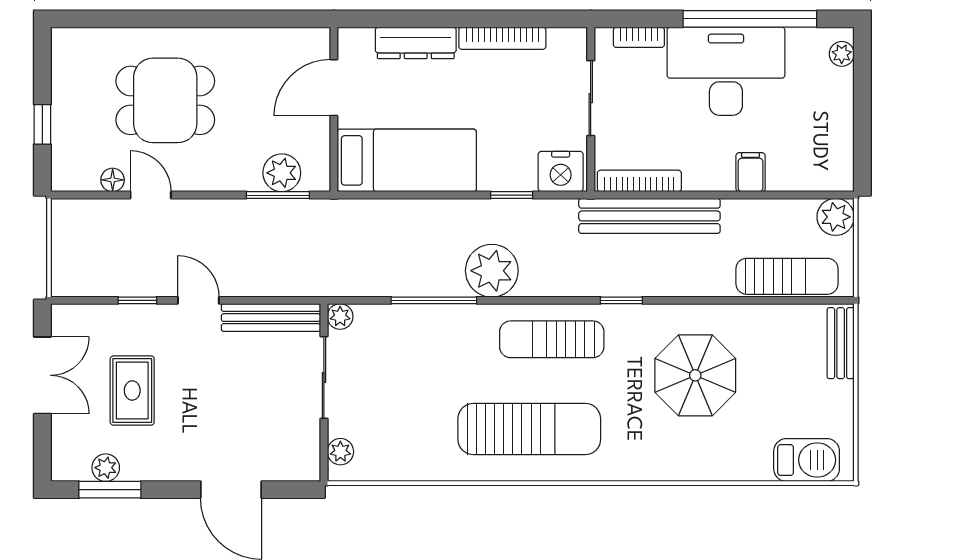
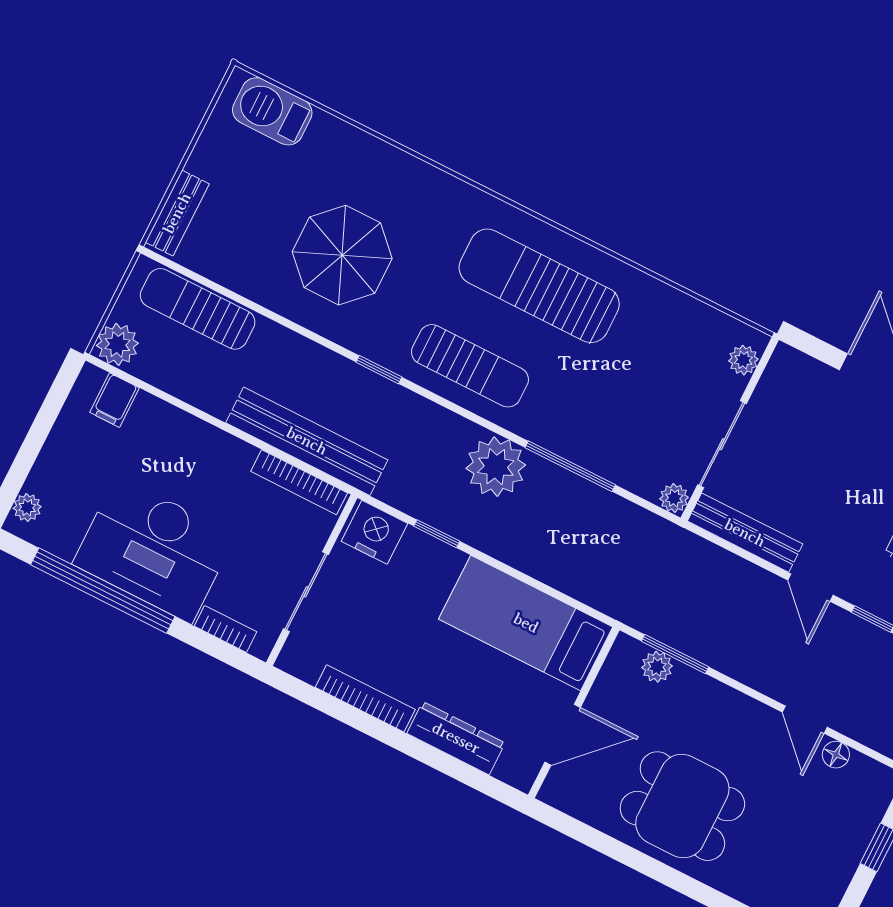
dining table: (165, 100) -> (682, 806), moved
filing cabinet: (751, 172) -> (115, 400), moved
plant: (282, 173) -> (657, 667), width x0.73, depth x0.73

